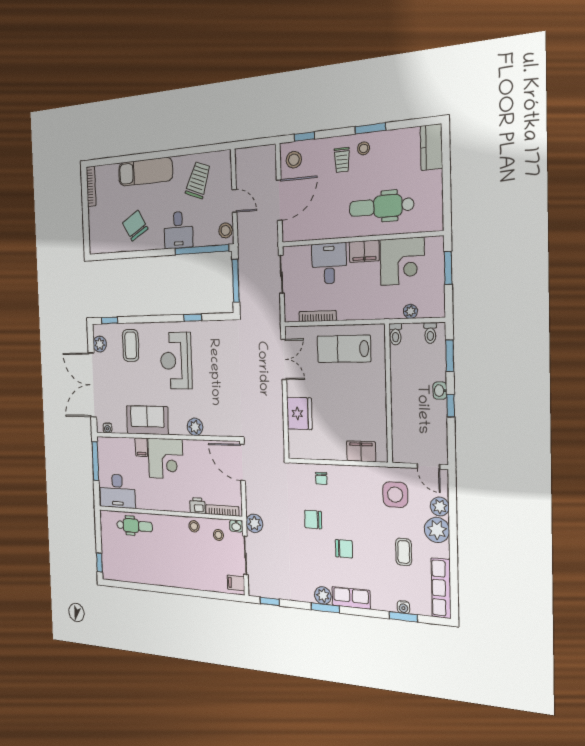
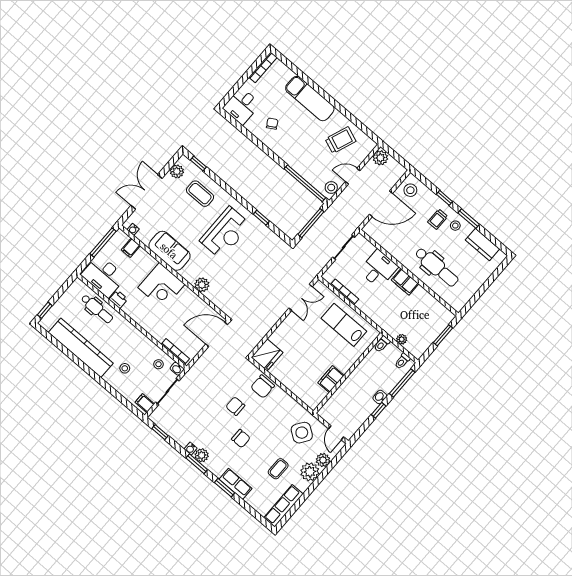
window: (304, 137) -> (444, 198), moved
kitchen counter: (431, 147) -> (482, 244), moved, turned -90
door: (234, 201) -> (353, 176), swing flipped
dental chair: (381, 206) -> (437, 267), turned 180
chair: (135, 226) -> (272, 124), width x0.54, depth x0.54
desk: (178, 230) -> (242, 106), moved
corner desk: (402, 261) -> (421, 308), removed
coffee table: (131, 345) -> (200, 194), turned 90
window: (450, 356) -> (402, 383), width x1.44
reception desk: (176, 361) -> (225, 233), turned 180
double door: (92, 385) -> (147, 192), width x0.73
fridge: (299, 414) -> (267, 355), moved
filing cabinet: (141, 447) -> (131, 248), moved
filing cabinet: (361, 451) -> (331, 379), moved, turned -90
door: (242, 462) -> (217, 334), hinge flipped
chair: (321, 478) -> (263, 387), width x1.87, depth x1.87
side table: (395, 495) -> (302, 433), turned 35
printer: (197, 506) -> (118, 299), moved
plant: (254, 523) -> (380, 158), moved
stool: (194, 526) -> (125, 368), moved
kitchen counter: (149, 573) -> (81, 348), added
row of seats: (351, 598) -> (236, 484), moved
water cooler: (403, 607) -> (191, 449), moved
window: (403, 617) -> (225, 488), moved

